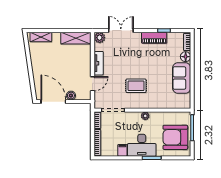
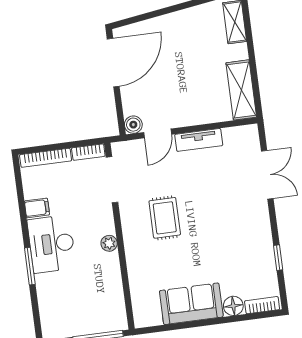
plant: (100, 38) -> (248, 135), removed
piano: (154, 38) -> (262, 241), removed
door: (92, 84) -> (158, 133), hinge flipped
boiler: (71, 96) -> (133, 125), moved
armchair: (175, 137) -> (75, 307), removed

